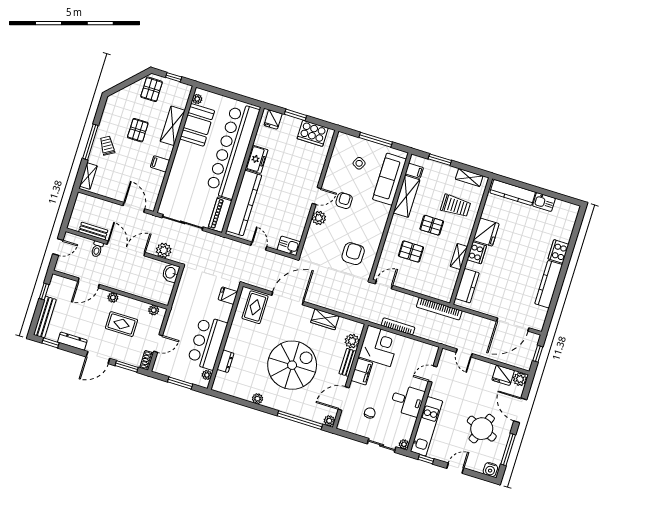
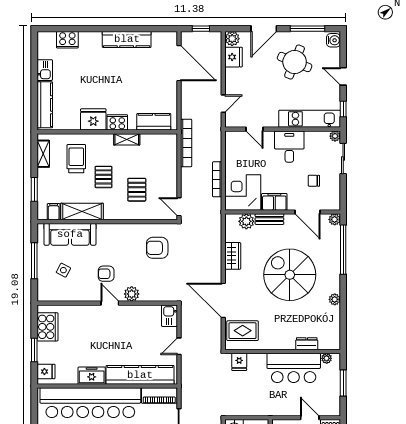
cooker: (558, 252) -> (67, 40), moved

